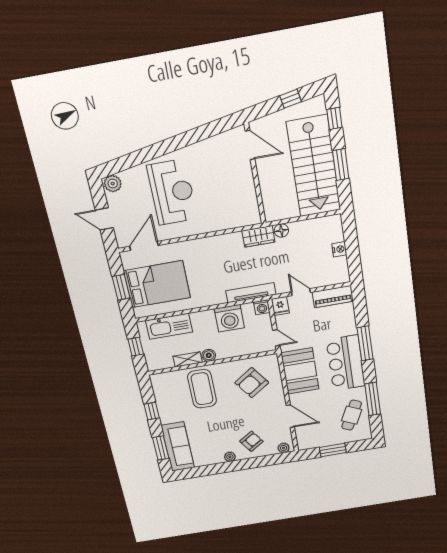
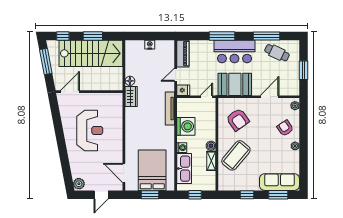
window: (291, 99) -> (46, 62), width x2.17
reception desk: (172, 192) -> (90, 130), moved, turned 90
washing machine: (262, 307) -> (182, 148), moved
coffee table: (202, 389) -> (236, 155), turned -50

